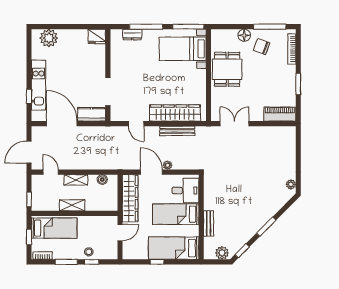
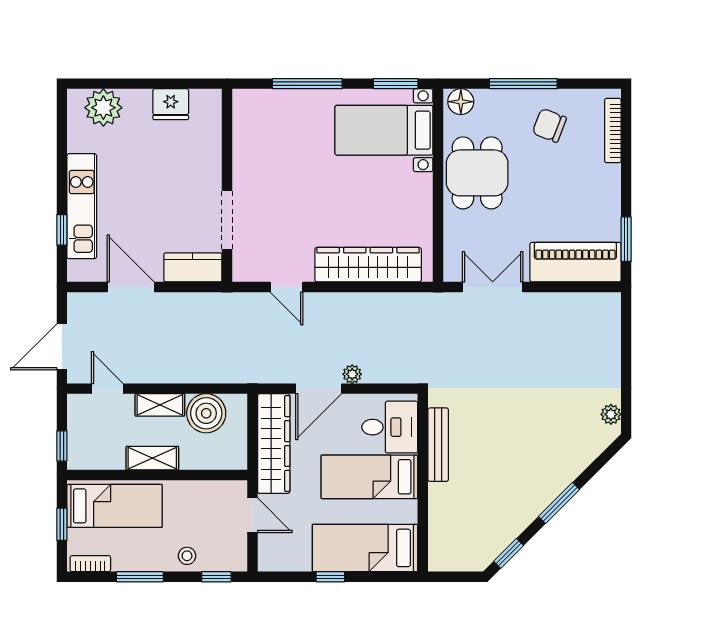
window: (188, 27) -> (396, 84), width x0.69
window: (270, 27) -> (523, 84), moved
dresser: (132, 35) -> (278, 100), removed
floor lamp: (244, 35) -> (461, 102), moved
fridge: (97, 36) -> (171, 104), moved
window: (298, 84) -> (626, 239), moved
piano: (280, 114) -> (575, 262), width x1.37, depth x1.33
door: (62, 124) -> (131, 287), width x0.73
bench: (177, 131) -> (372, 302), removed
door: (152, 172) -> (319, 389), swing flipped
boiler: (102, 180) -> (206, 413), width x1.86, depth x1.86
bench: (209, 223) -> (438, 445), moved, width x1.36
door: (120, 232) -> (252, 515), hinge flipped
plant: (222, 253) -> (466, 558), removed
window: (92, 262) -> (216, 577), moved

